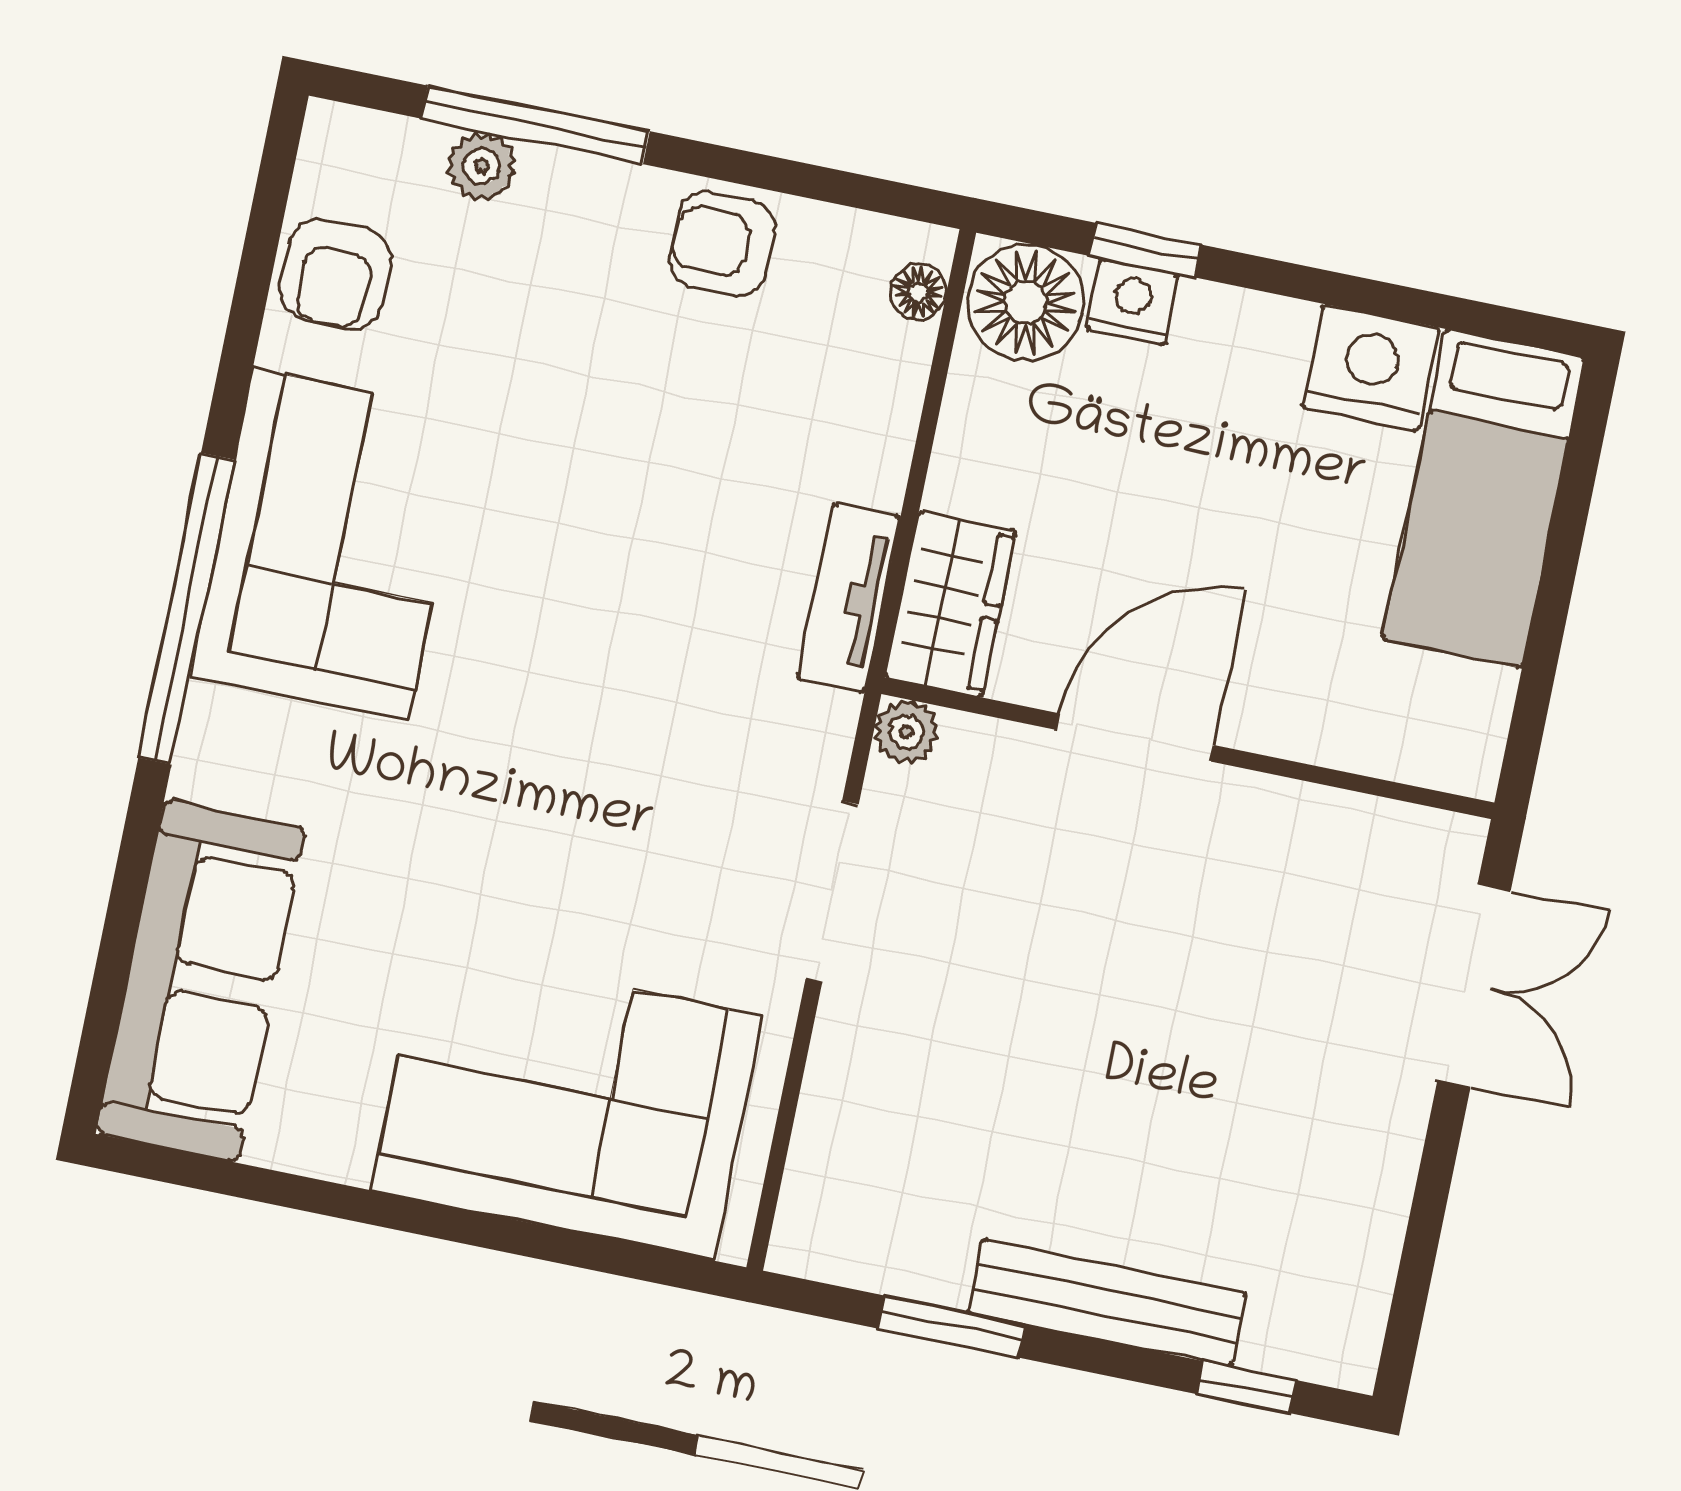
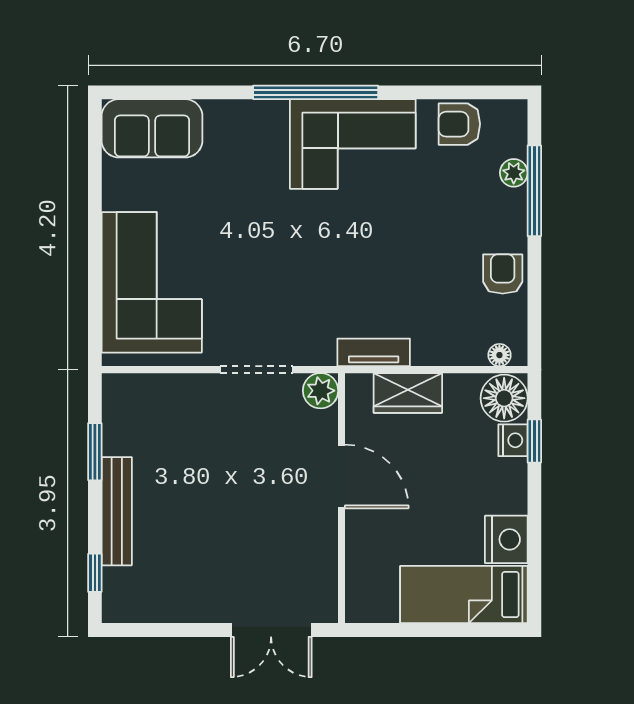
wardrobe: (950, 604) -> (408, 393), moved
plant: (906, 732) -> (321, 391), width x1.38, depth x1.38
sofa: (201, 981) -> (152, 128), width x0.73

